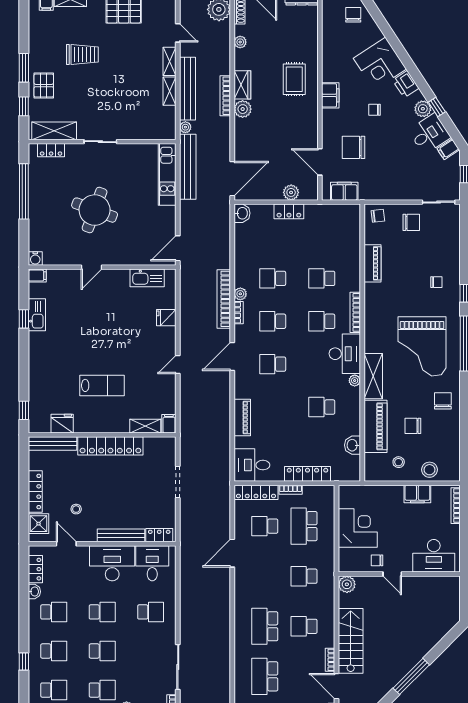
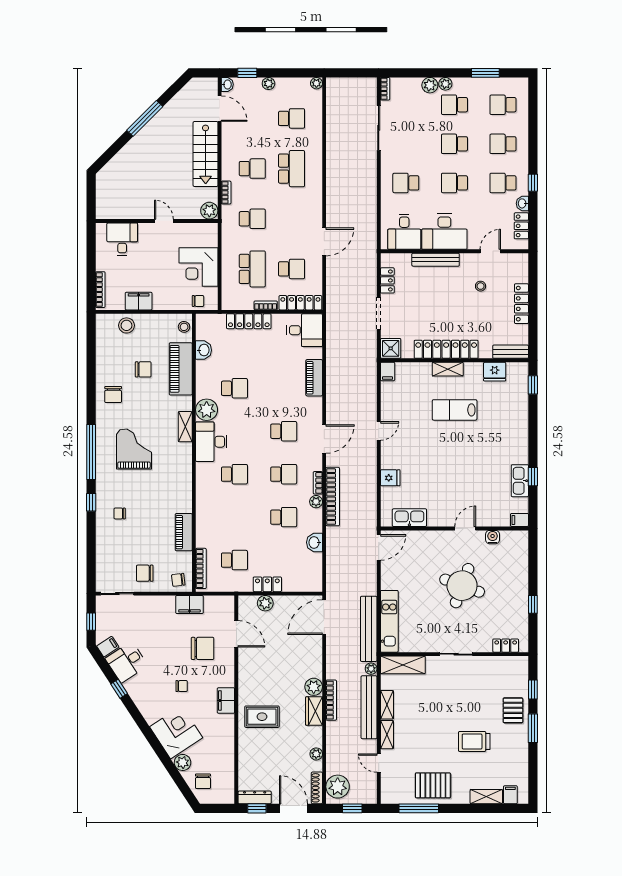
rug: (294, 79) -> (262, 717), turned 90
printer: (406, 84) -> (150, 712), removed
plant: (423, 109) -> (183, 762), moved
shelving: (54, 131) -> (403, 665), moved
window: (24, 191) -> (533, 604), width x0.32
filing cabinet: (344, 191) -> (189, 605), moved
washbasin: (242, 213) -> (314, 542), moved
water cooler: (35, 258) -> (493, 537), moved
school desk: (322, 278) -> (234, 560), moved
bookcase: (355, 312) -> (201, 568), moved
grand piano: (422, 346) -> (134, 449), width x0.73, depth x0.68
shelving: (373, 376) -> (185, 427), width x0.67, depth x0.75
plant: (355, 381) -> (207, 410), width x1.88, depth x1.88
shelving: (145, 426) -> (448, 369), moved
bench: (53, 444) -> (511, 352), width x0.73
stool: (399, 462) -> (184, 327), moved
shower: (38, 524) -> (391, 348), moved
locker: (159, 535) -> (387, 280), moved, turned -90
door: (66, 544) -> (490, 251), swing flipped
desk: (434, 556) -> (122, 239), width x0.73
chair: (377, 560) -> (198, 301), moved
bookcase: (330, 660) -> (226, 193), moved
window: (24, 662) -> (533, 183), moved
school desk: (265, 676) -> (292, 118), width x0.54

